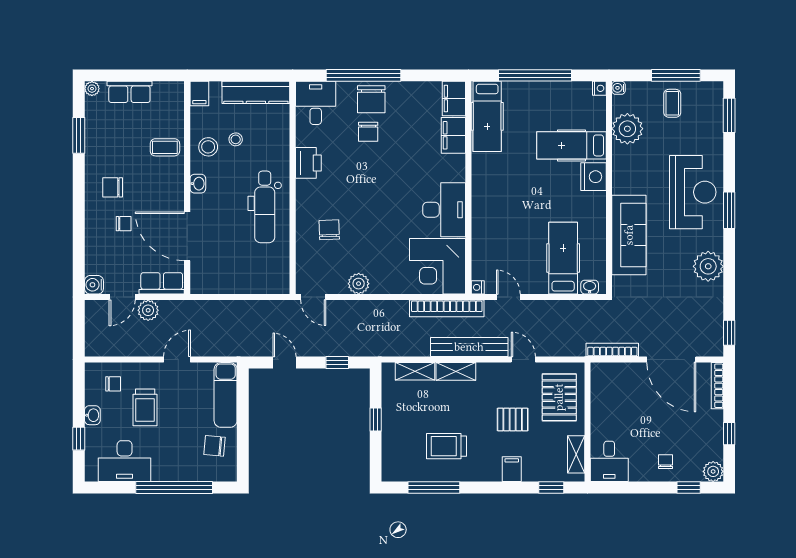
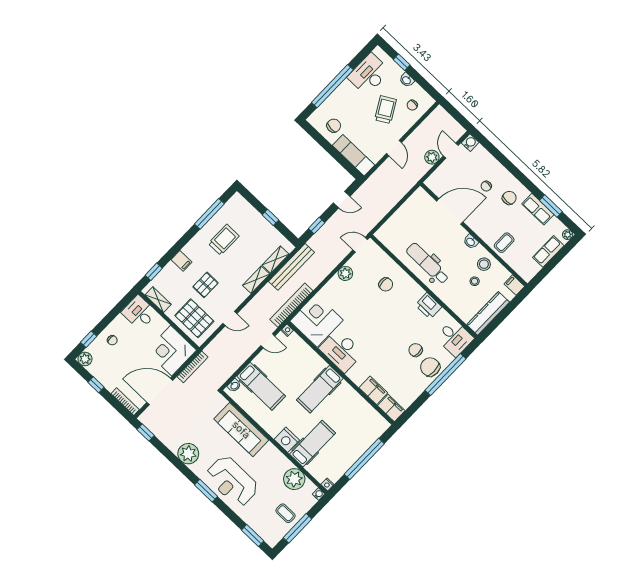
hospital bed: (487, 116) -> (320, 389), moved, turned -90
row of seats: (162, 283) -> (538, 209), moved, turned 90
bench: (469, 347) -> (292, 267), moved
corner desk: (617, 389) -> (171, 351), added
trolley: (145, 407) -> (386, 110), turned 60

